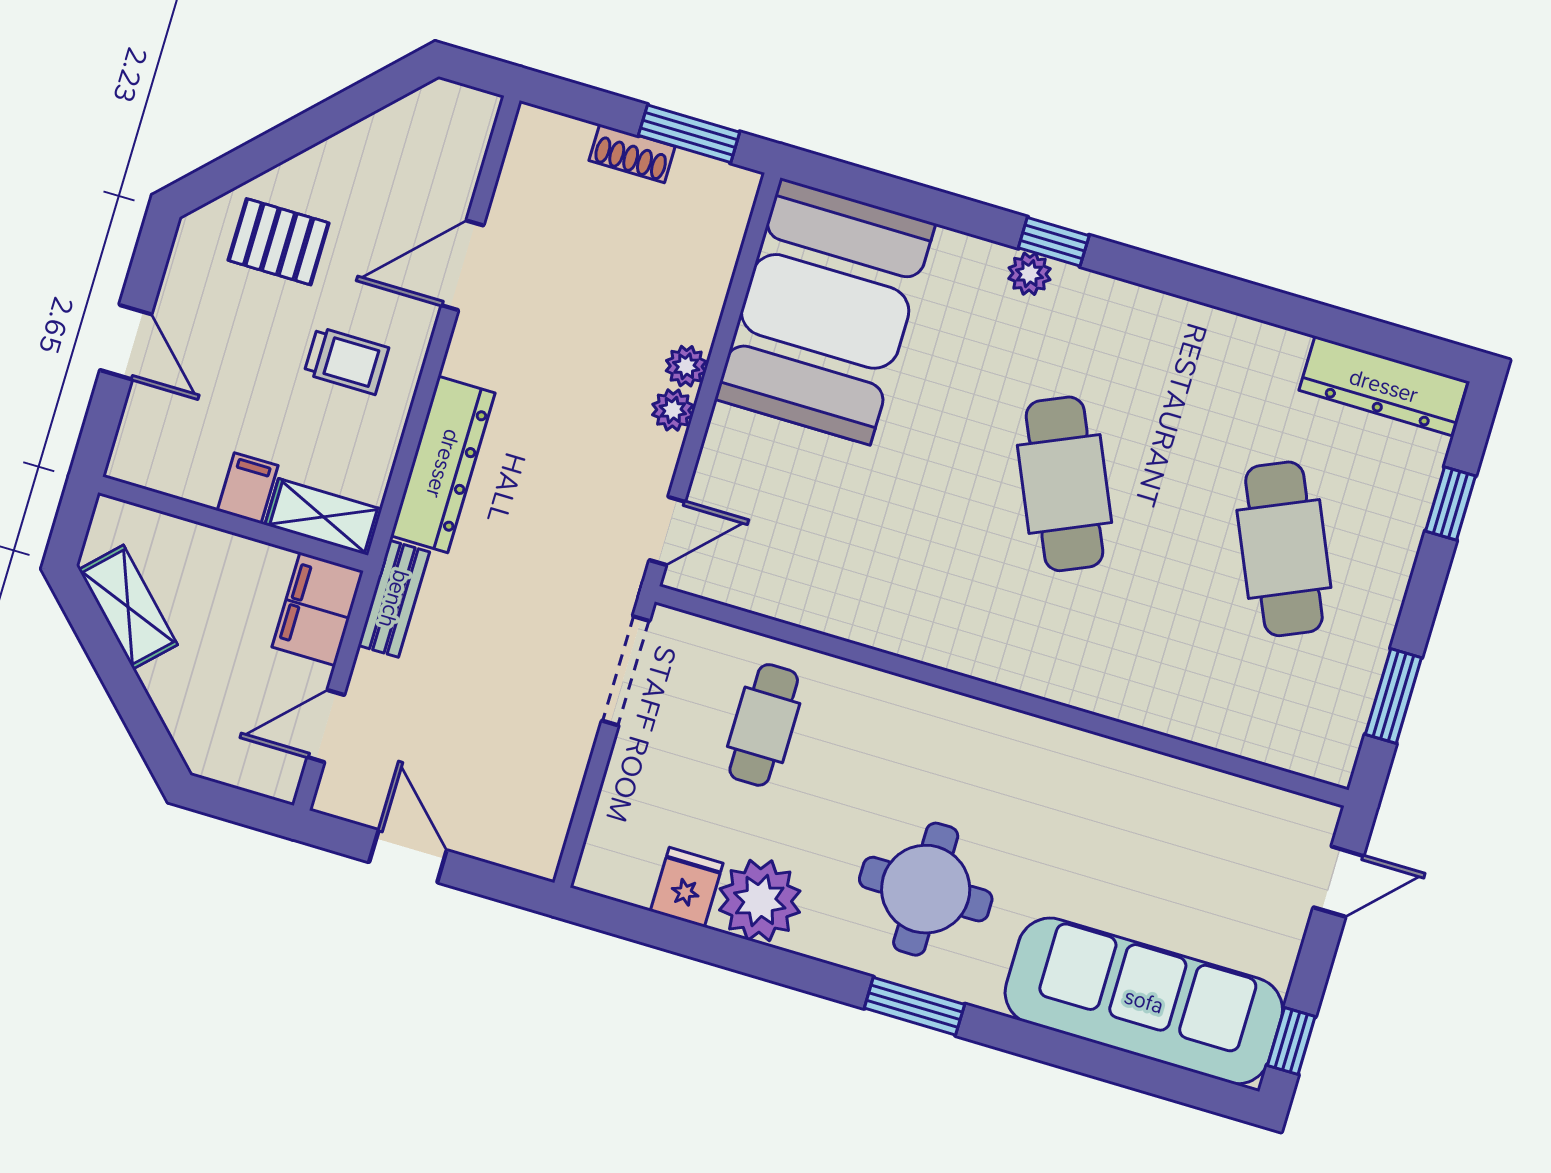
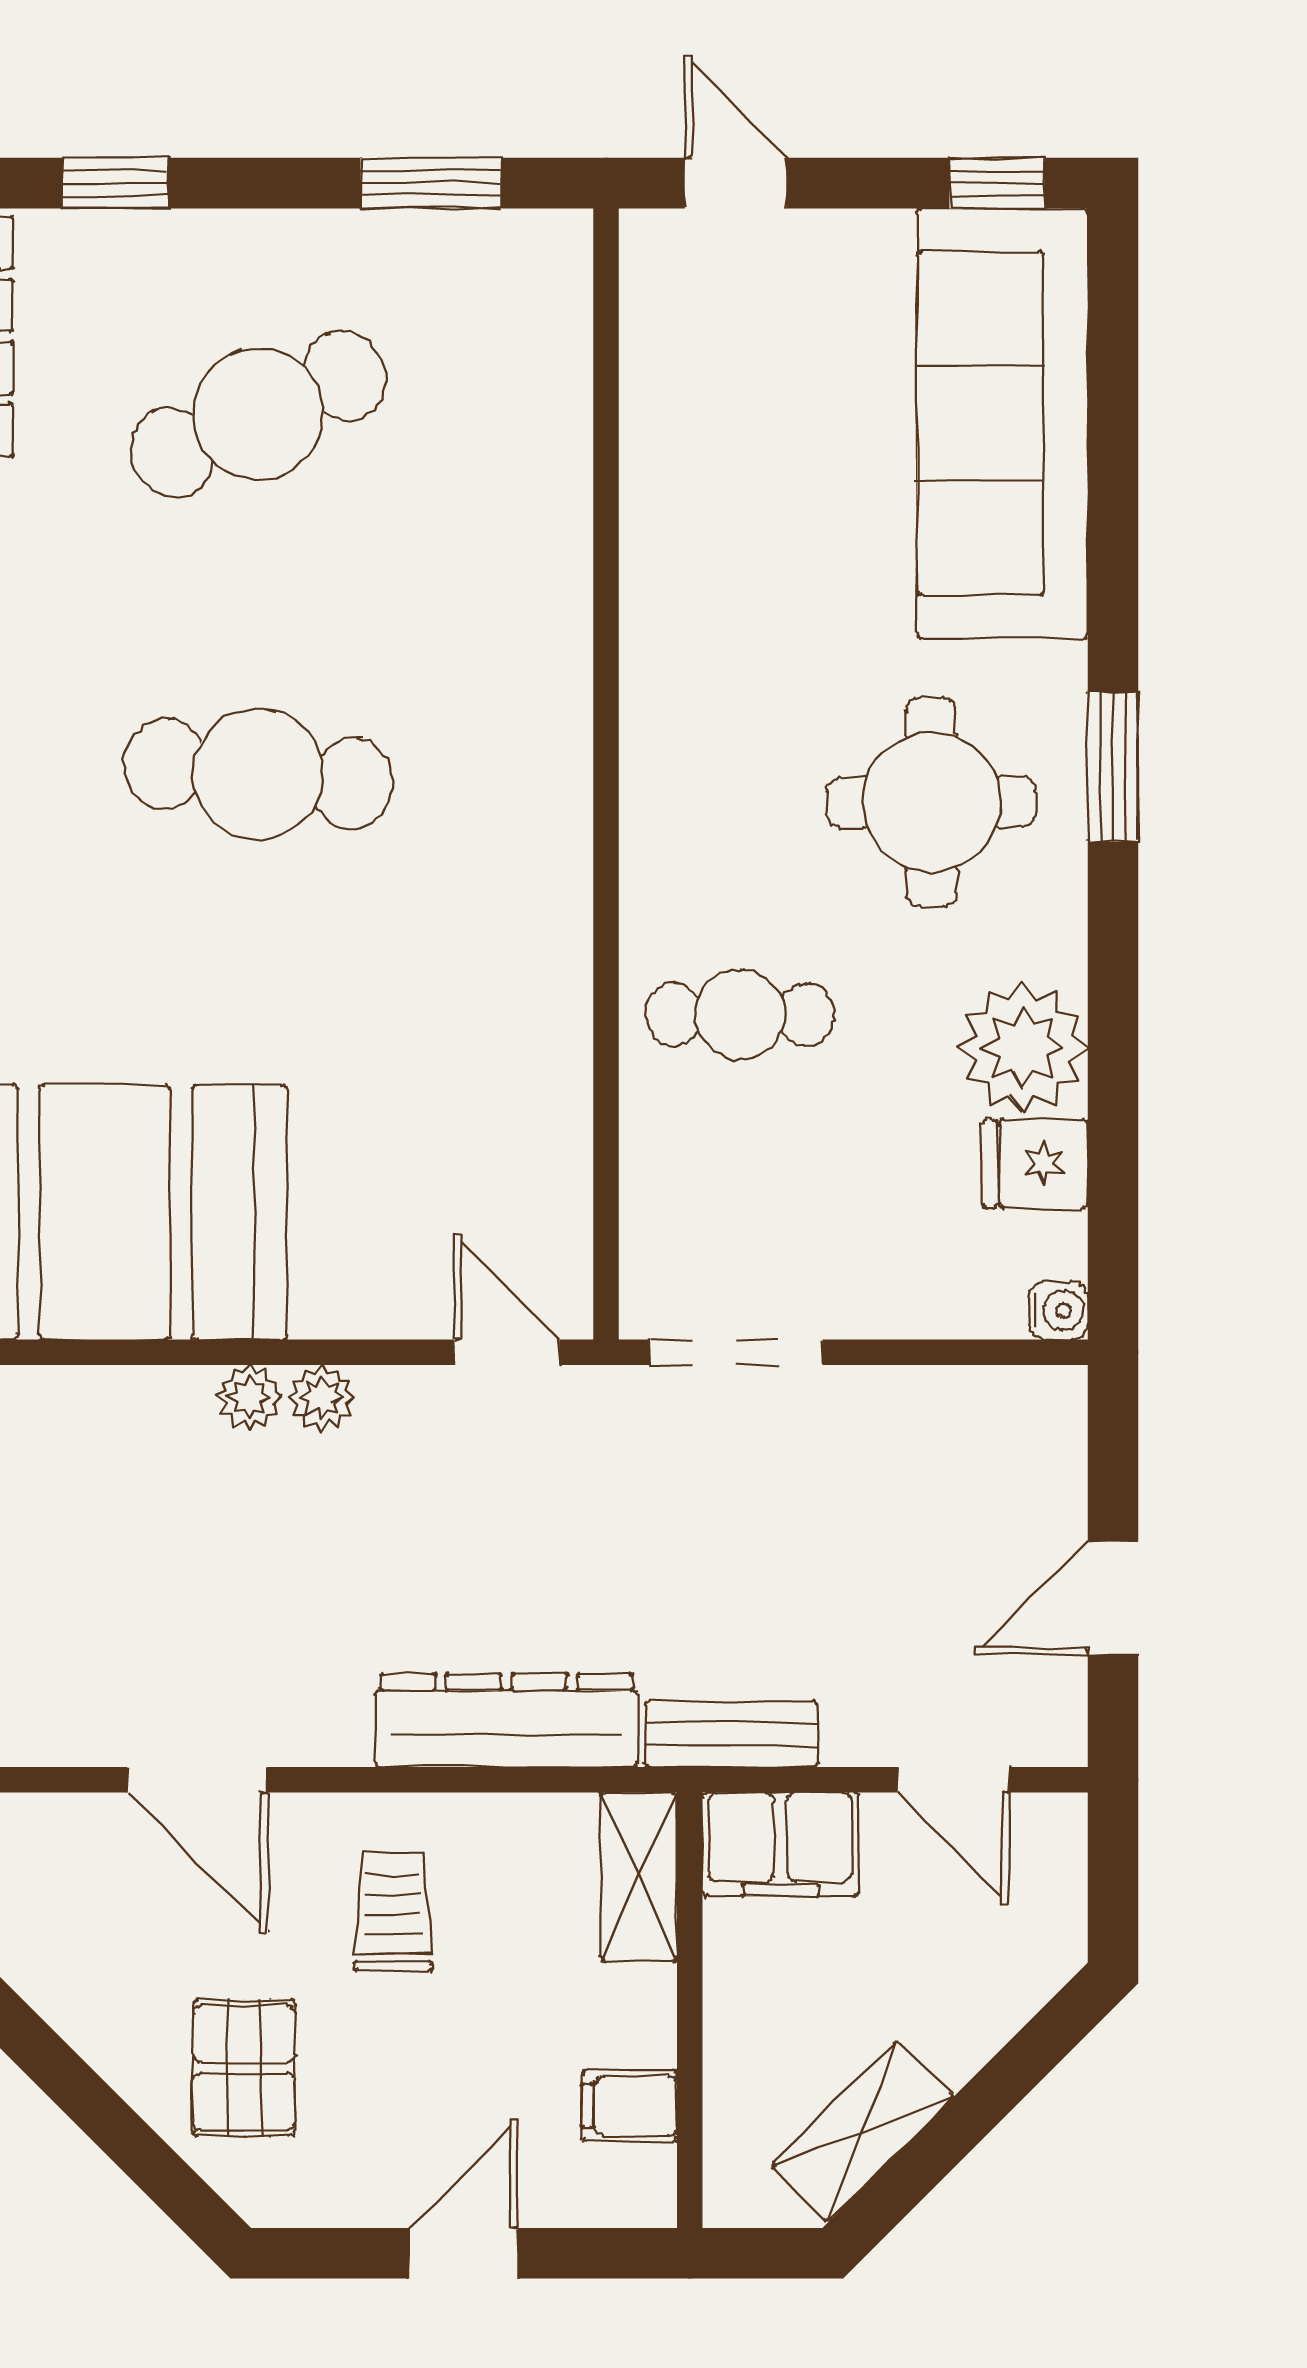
cafe table: (1064, 484) -> (258, 774), turned 30
filing cabinet: (248, 488) -> (629, 2106), moved
cafe table: (764, 725) -> (740, 1014), moved
water cooler: (593, 875) -> (1059, 1310), added

